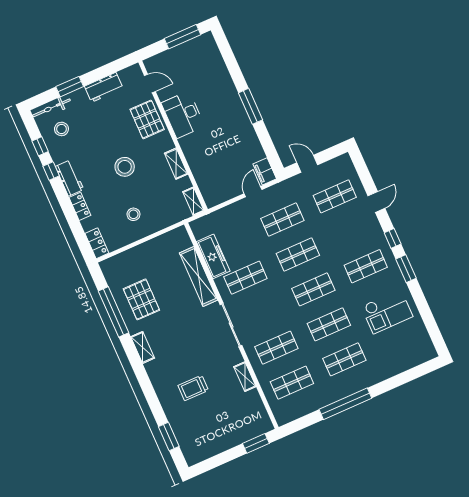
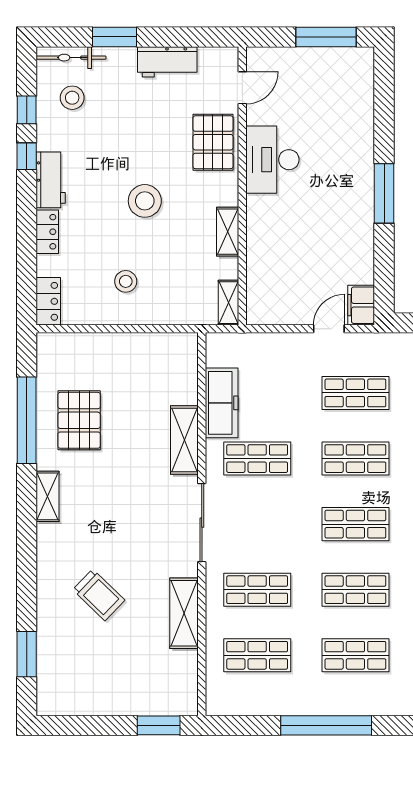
door: (150, 84) -> (242, 88), hinge flipped
shelving: (199, 276) -> (184, 440), width x0.68
shelving: (245, 377) -> (184, 613), width x1.50, depth x1.33
trolley: (193, 388) -> (99, 595), turned -136

